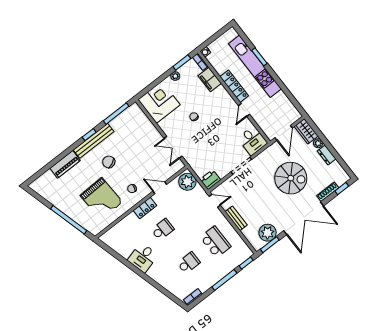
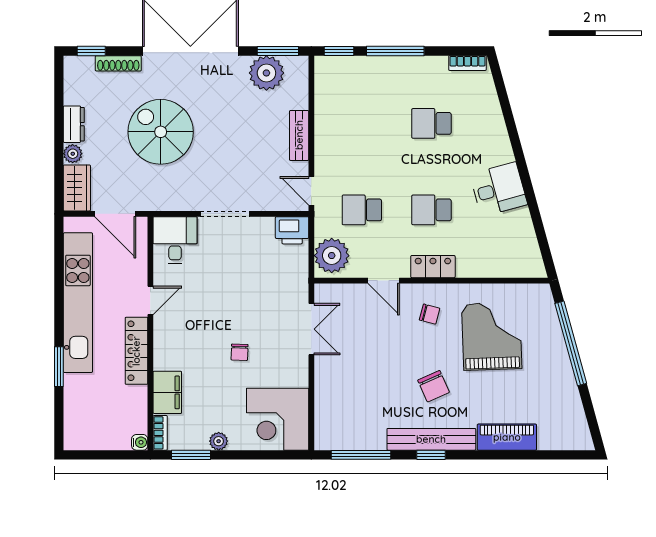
kitchen unit: (255, 66) -> (78, 303), moved
door: (284, 133) -> (115, 214), swing flipped
school desk: (215, 242) -> (362, 210), moved, width x0.54

